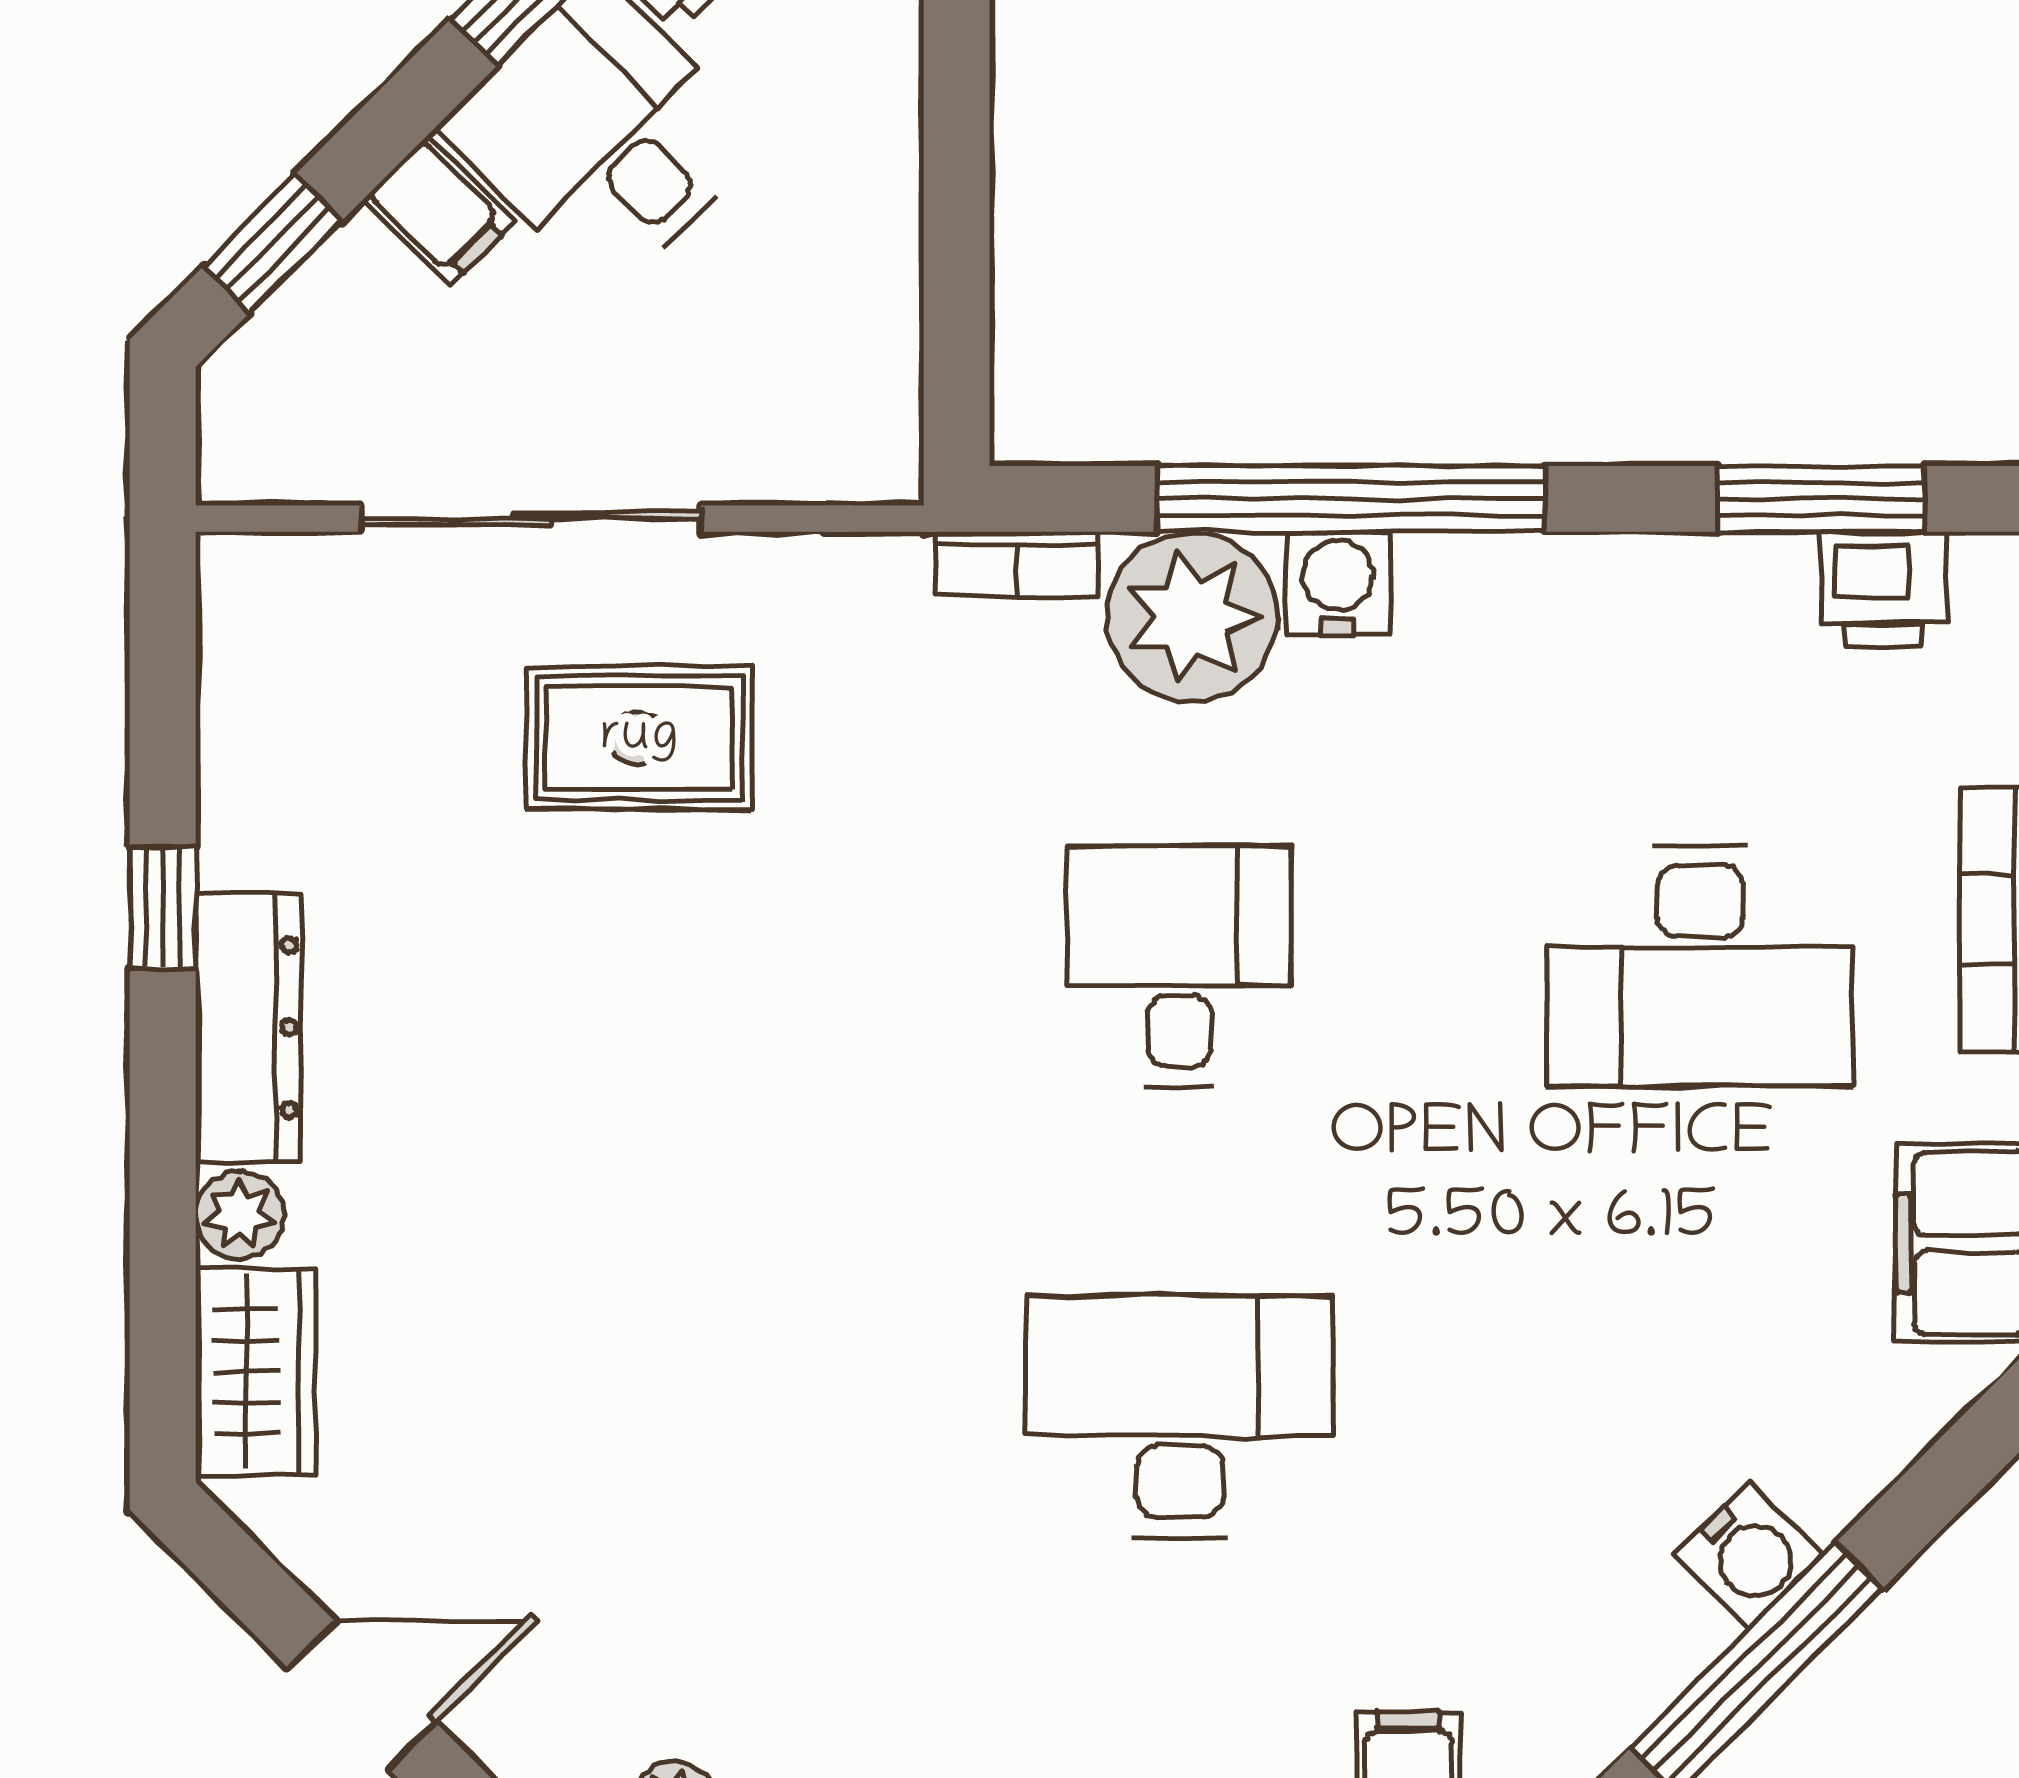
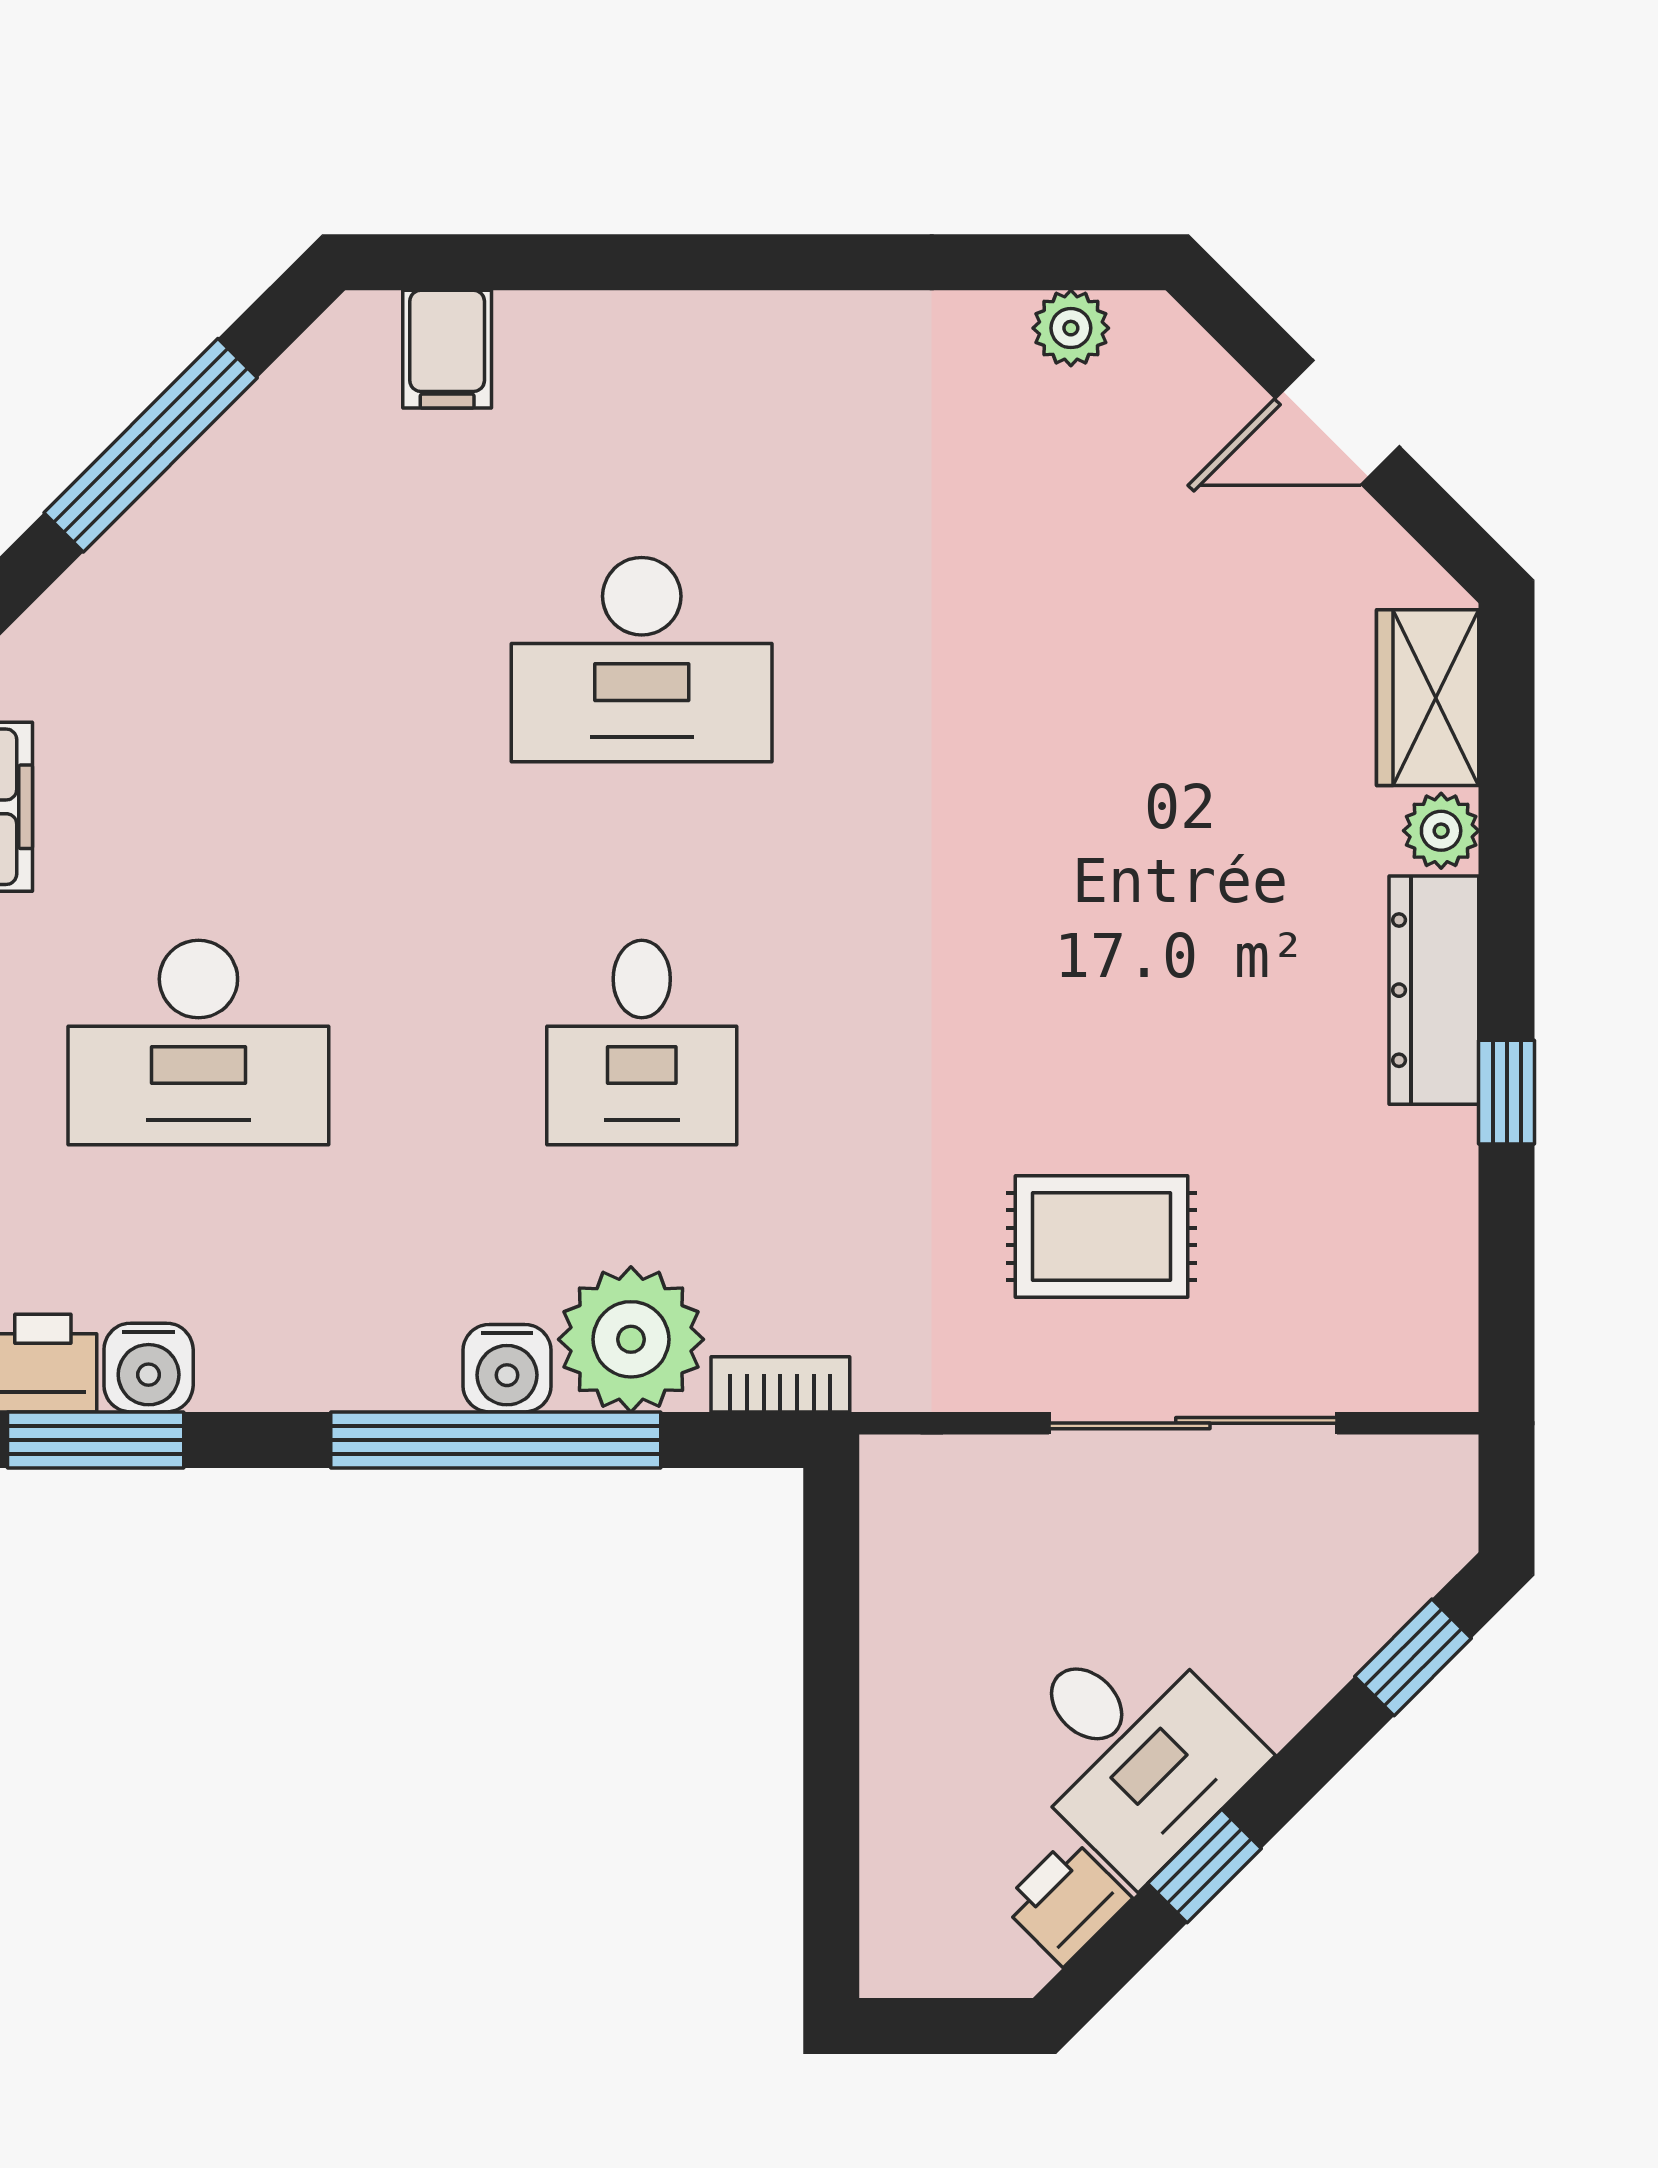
filing cabinet: (439, 211) -> (1272, 1685), removed
desk: (1700, 966) -> (198, 1043), turned 180
water cooler: (1749, 1555) -> (149, 1368), moved, turned -135

